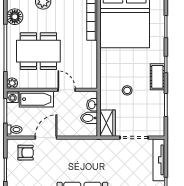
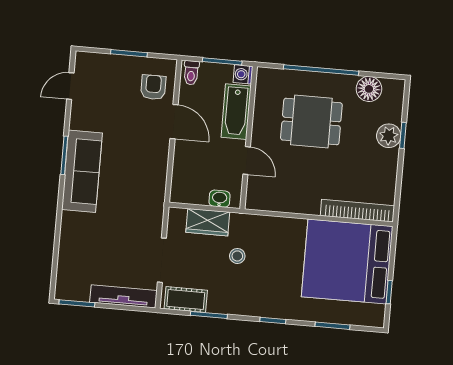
dining table: (38, 51) -> (311, 121), width x0.73
cot: (157, 77) -> (186, 299), moved
plant: (12, 83) -> (265, 76), removed
door: (67, 90) -> (247, 161), hinge flipped
bidet: (89, 118) -> (199, 192), removed
wardrobe: (108, 123) -> (208, 222), moved
armchair: (26, 153) -> (153, 87), turned 180

